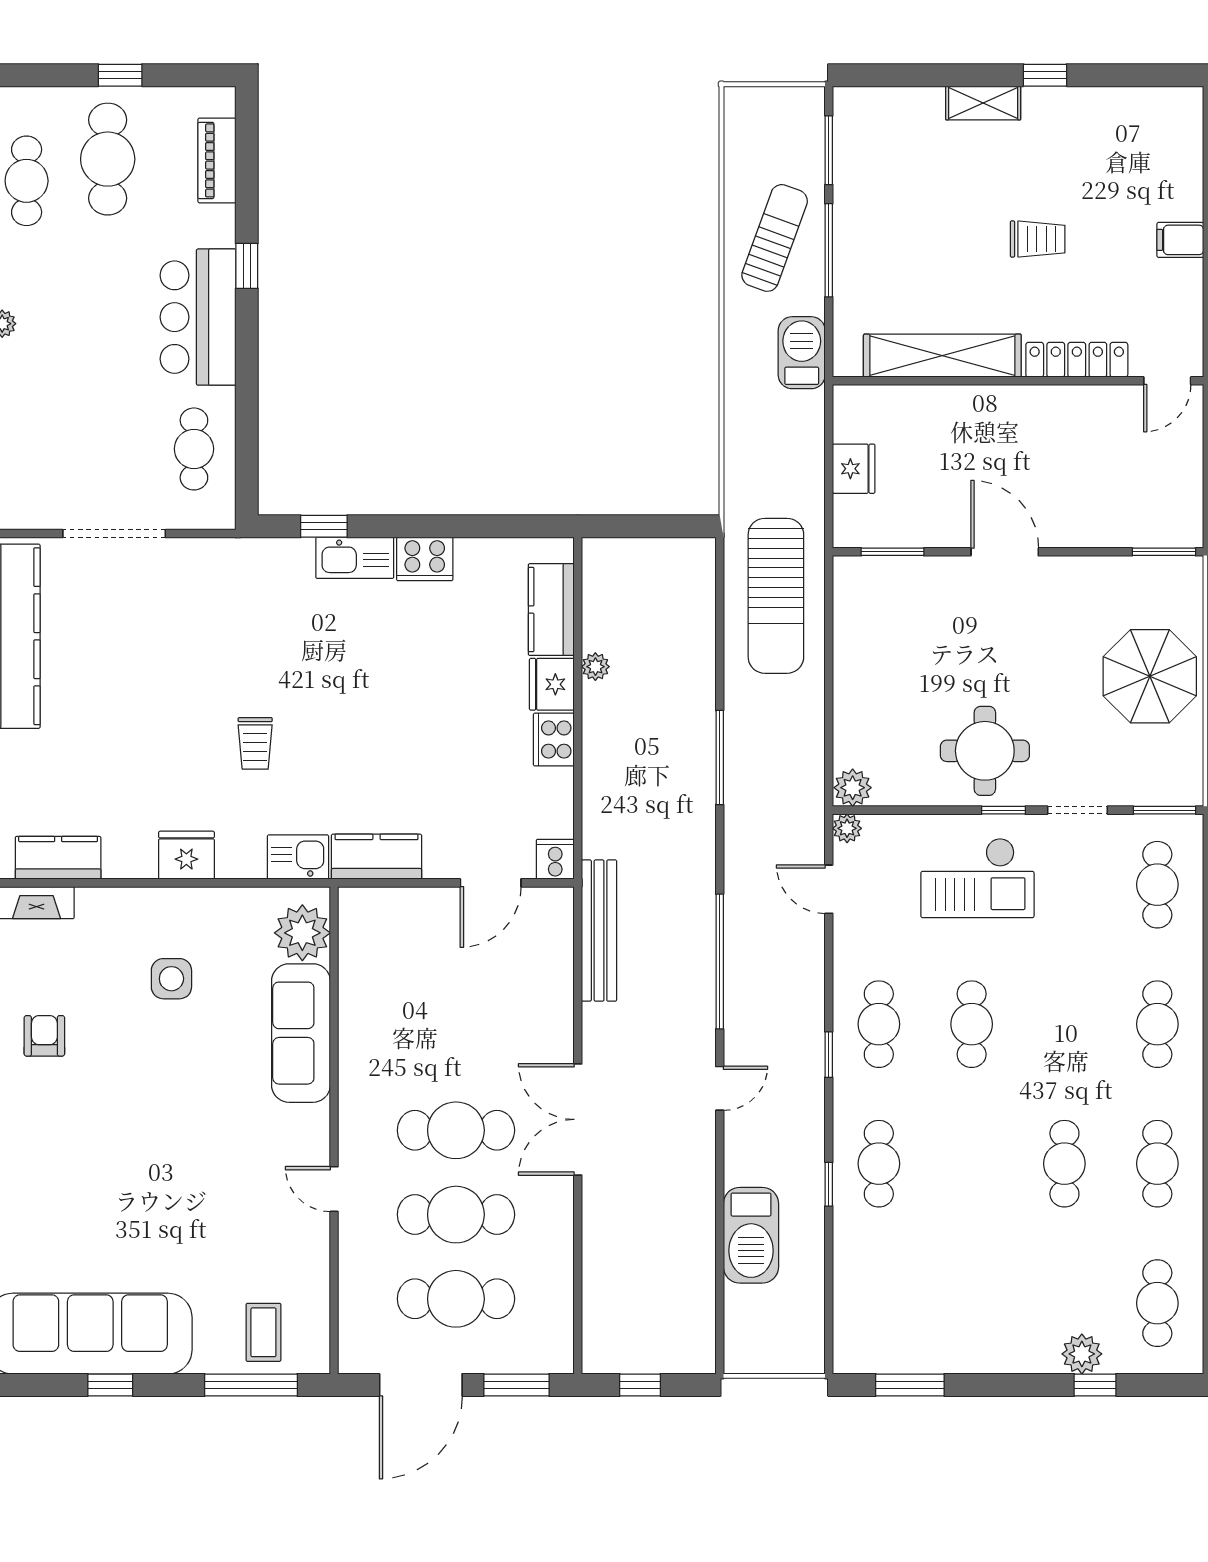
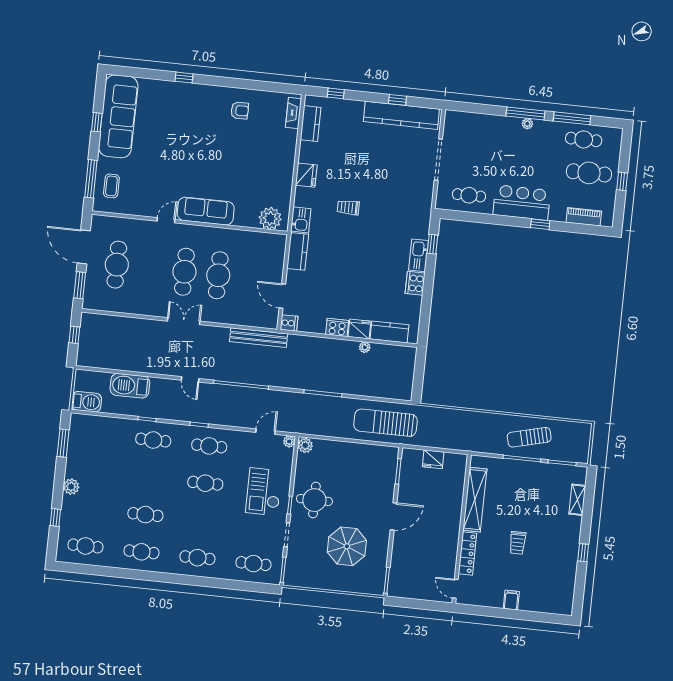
shelving: (983, 103) -> (577, 500), moved
sun lounger: (775, 238) -> (529, 437), turned 146
barbecue: (802, 353) -> (86, 402), moved
parasol: (1150, 676) -> (347, 546), moved
side table: (171, 979) -> (257, 164), removed
sofa: (301, 1033) -> (206, 211), moved
double door: (578, 1119) -> (184, 321), width x0.73
cafe table: (456, 1215) -> (218, 275), moved
coffee table: (263, 1332) -> (111, 186), turned 90
plant: (1082, 1354) -> (71, 487), moved

